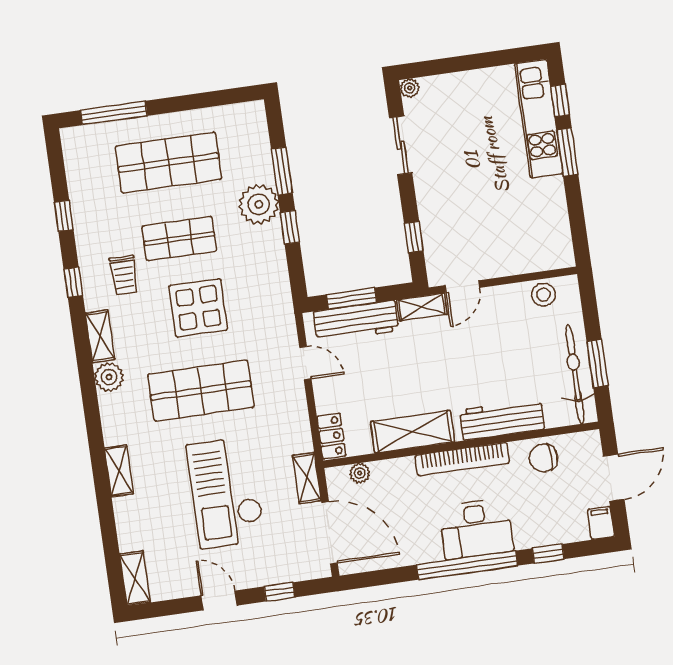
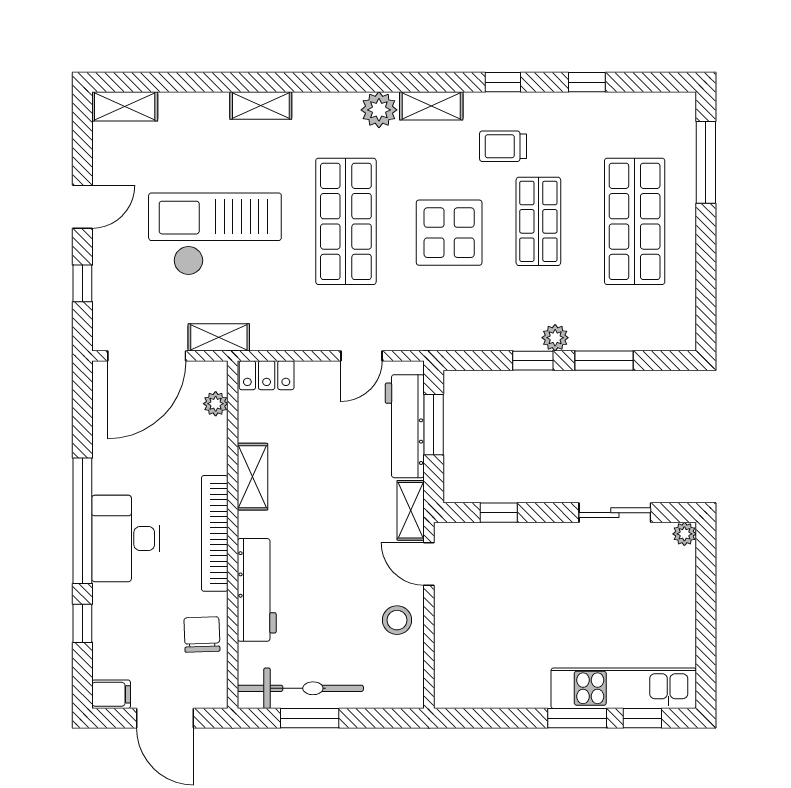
plant: (259, 204) -> (555, 338), width x0.53, depth x0.53
stool: (543, 295) -> (397, 620), moved
shelving: (413, 432) -> (253, 477), width x0.67, depth x0.75

